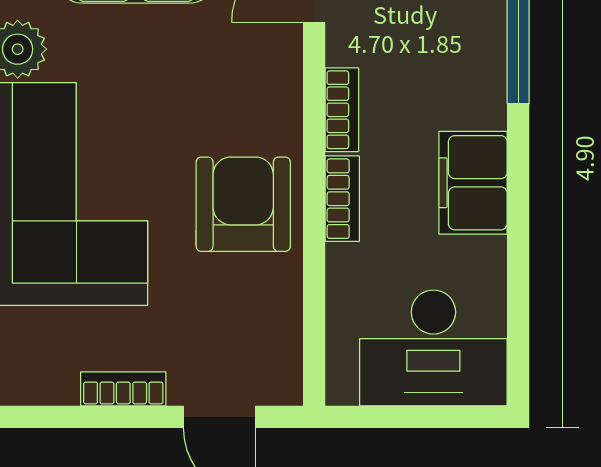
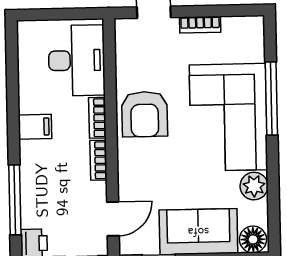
filing cabinet: (473, 183) -> (35, 127), width x0.50
desk: (433, 348) -> (77, 60), moved, turned 90

